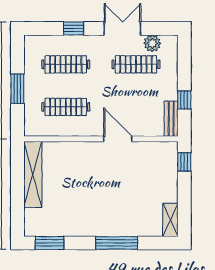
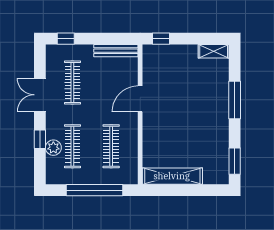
plant: (152, 43) -> (53, 148), moved
window: (17, 89) -> (95, 190), width x2.11
window: (184, 100) -> (66, 39), moved
bench: (171, 119) -> (116, 51), width x1.36

